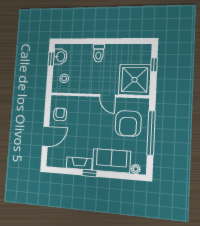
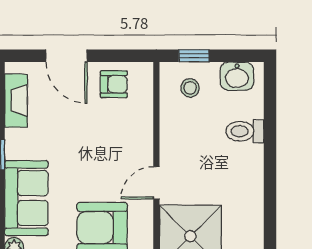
toilet: (98, 53) -> (245, 131), moved
window: (51, 59) -> (194, 56), moved
fireplace: (79, 163) -> (16, 101), moved

